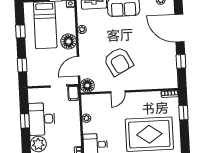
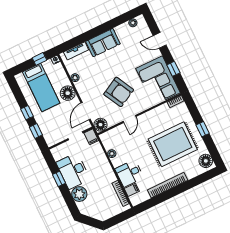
door: (179, 28) -> (160, 40), width x0.53
window: (20, 31) -> (27, 113), moved
corner sofa: (161, 67) -> (158, 81), added
window: (183, 113) -> (203, 129), moved

